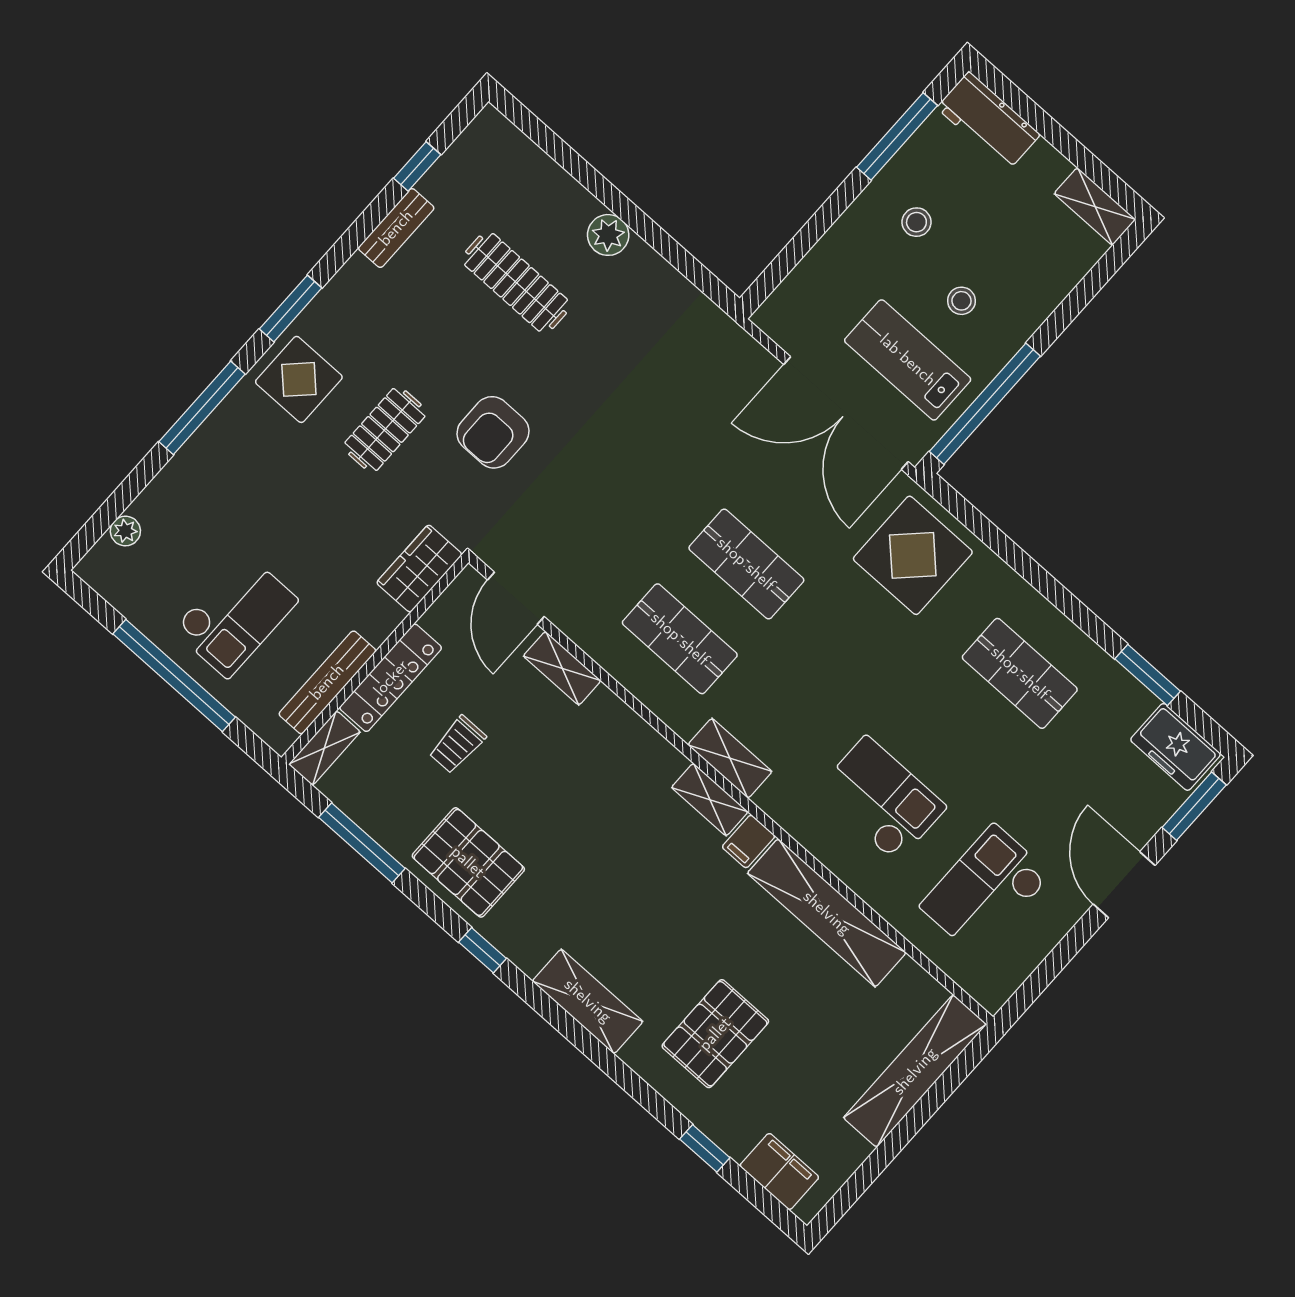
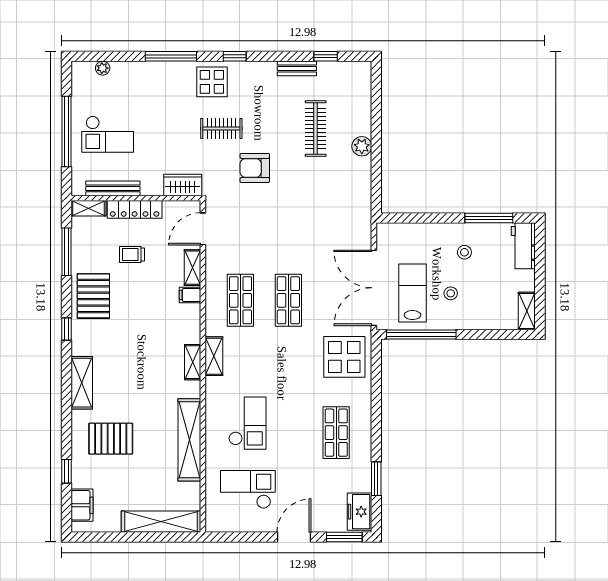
window: (291, 308) -> (235, 56), width x0.67
filing cabinet: (749, 841) -> (190, 295), moved

